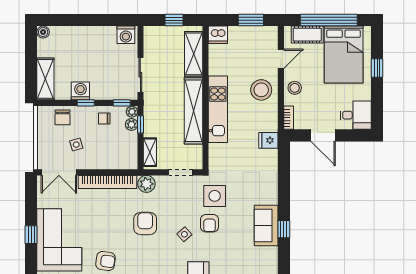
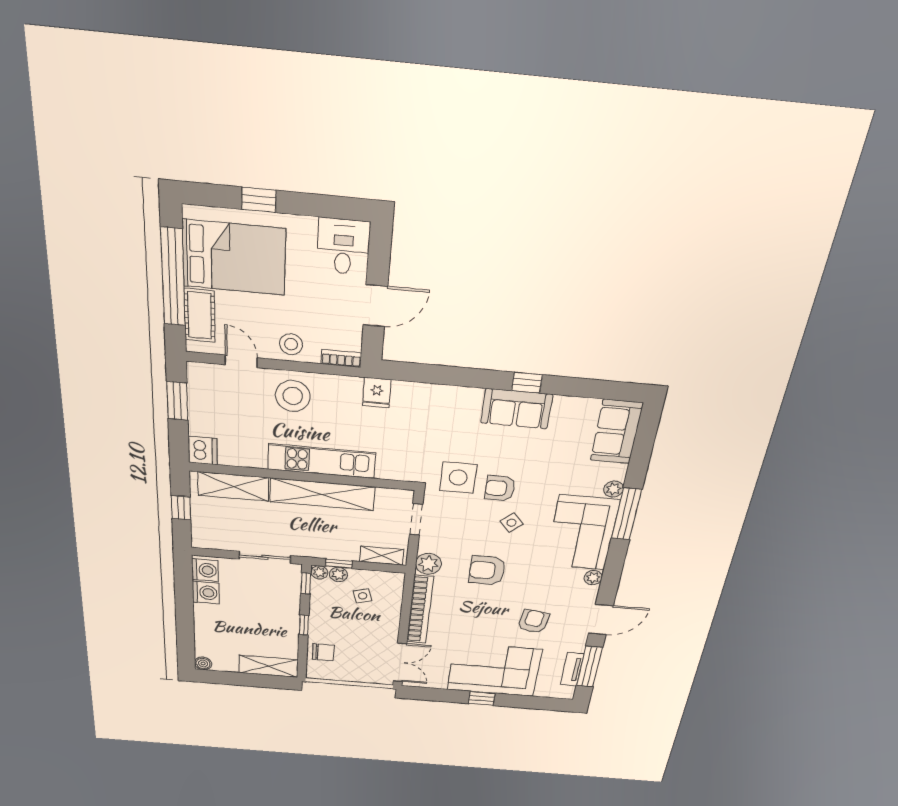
washing machine: (80, 91) -> (206, 593), moved, turned 180
chair: (104, 119) -> (328, 606), removed
side table: (76, 145) -> (363, 596), moved
armchair: (209, 223) -> (500, 488), turned 180

